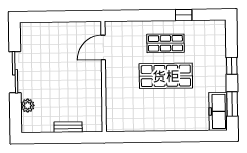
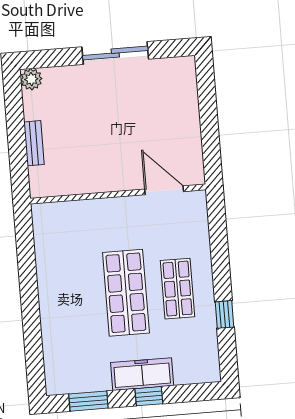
plant: (28, 106) -> (31, 79), moved
freezer: (218, 111) -> (142, 374), moved

